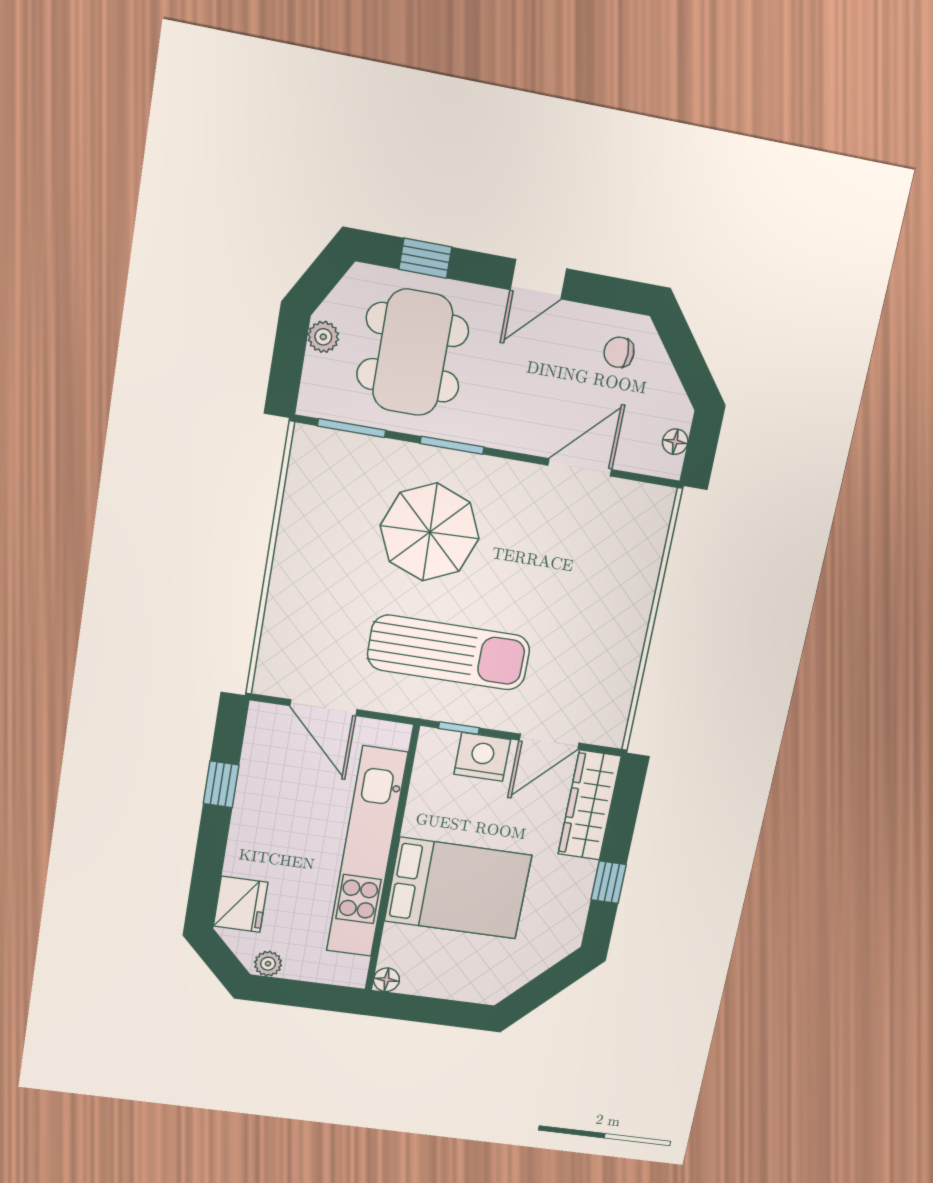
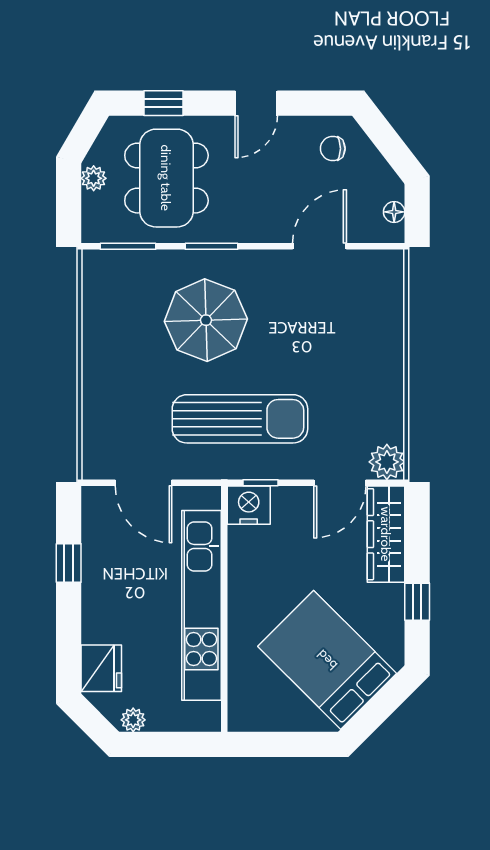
plant: (607, 727) -> (387, 462), added
nightstand: (482, 757) -> (249, 505), moved
bed: (458, 888) -> (327, 660), moved, turned -135
floor lamp: (386, 980) -> (239, 721), removed

